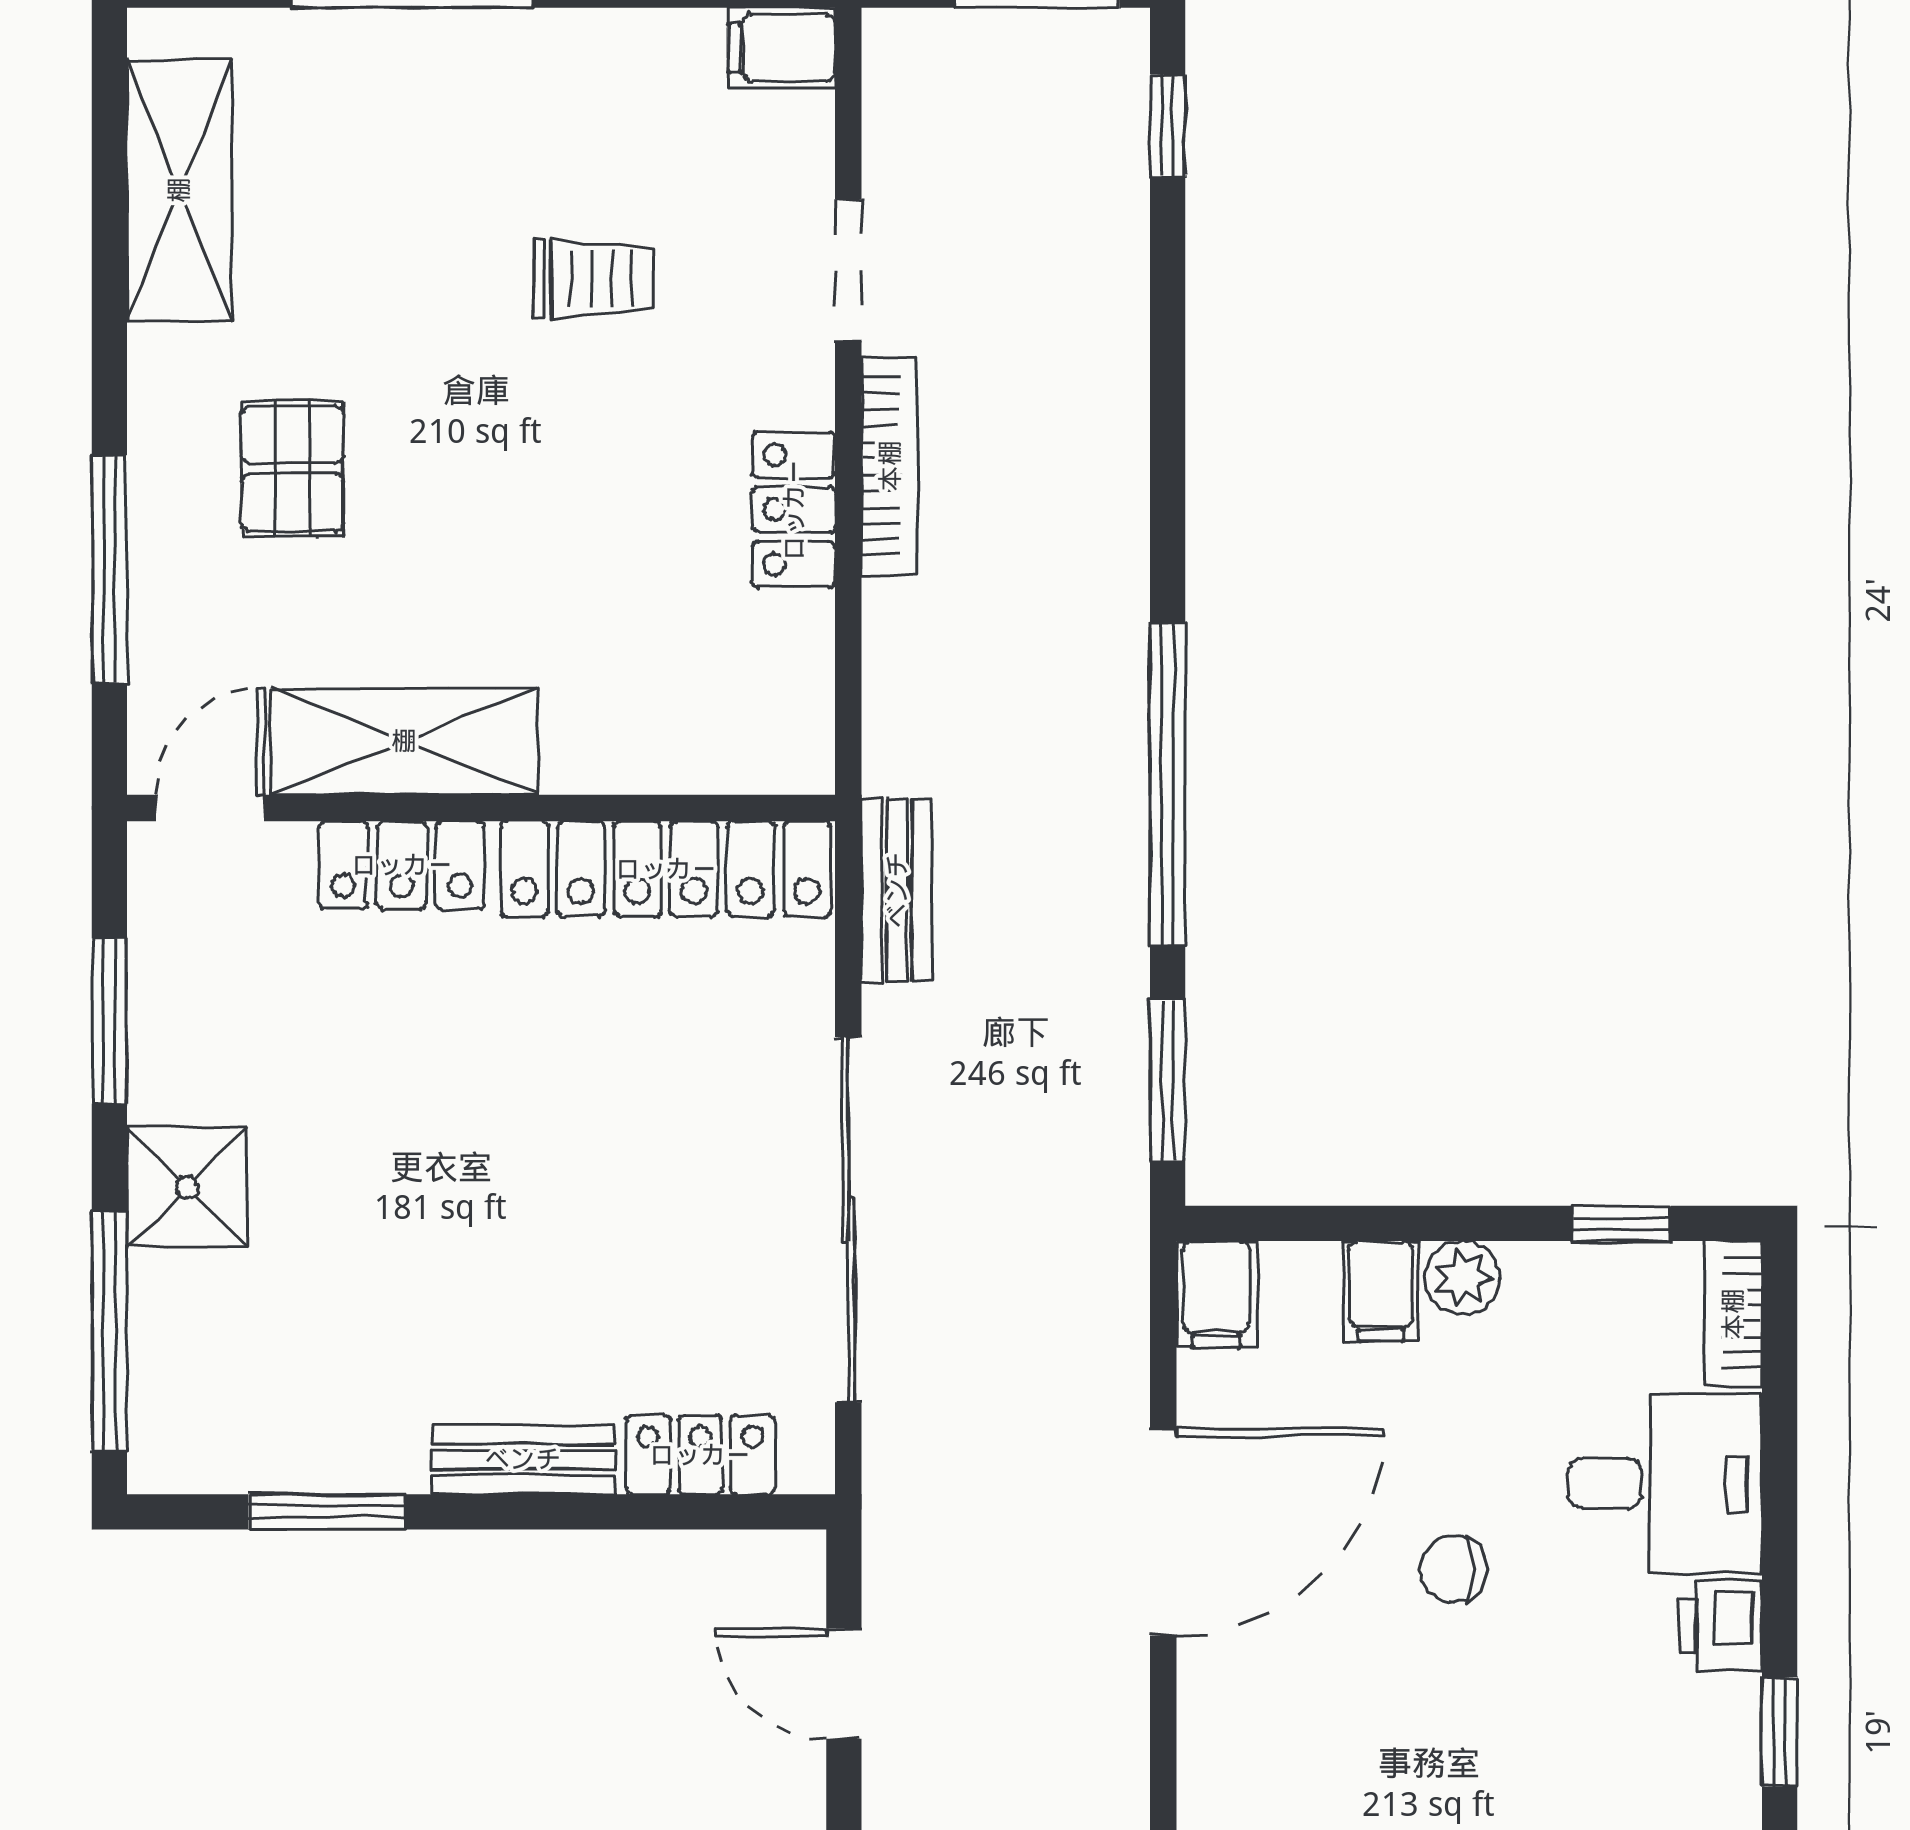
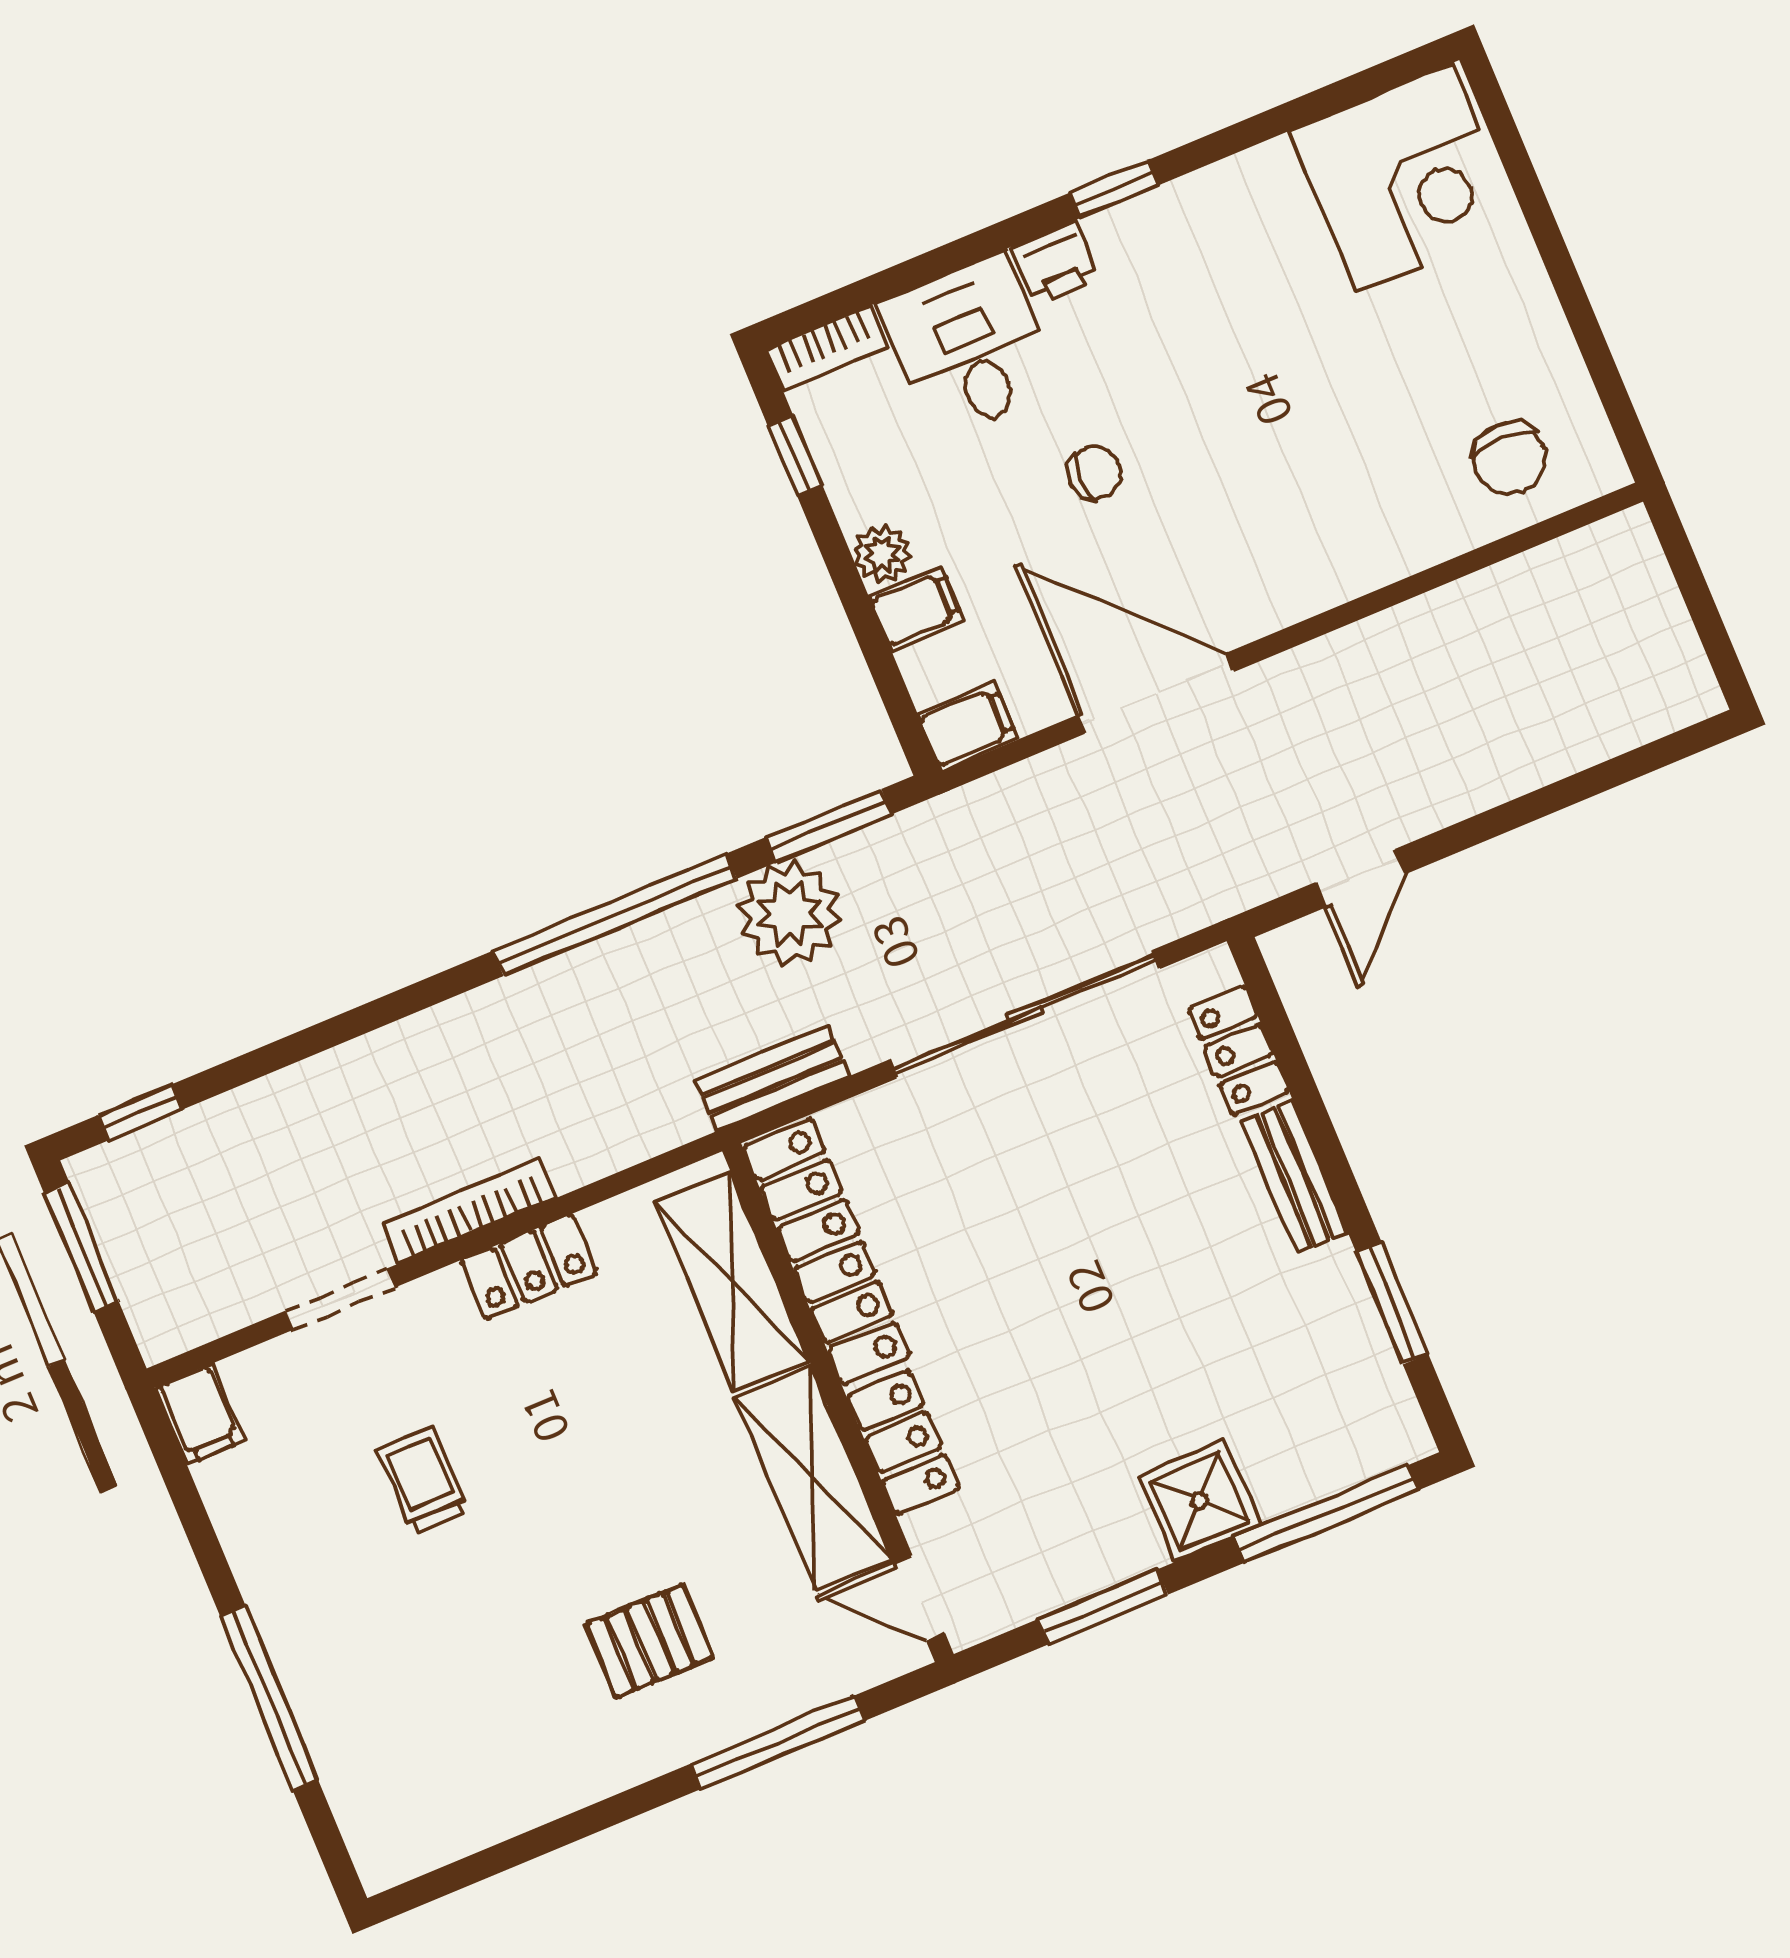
shelving: (179, 190) -> (732, 1282), moved, turned 90
plant: (1083, 991) -> (789, 914), added
chair: (1453, 1569) -> (1095, 473), turned -90

